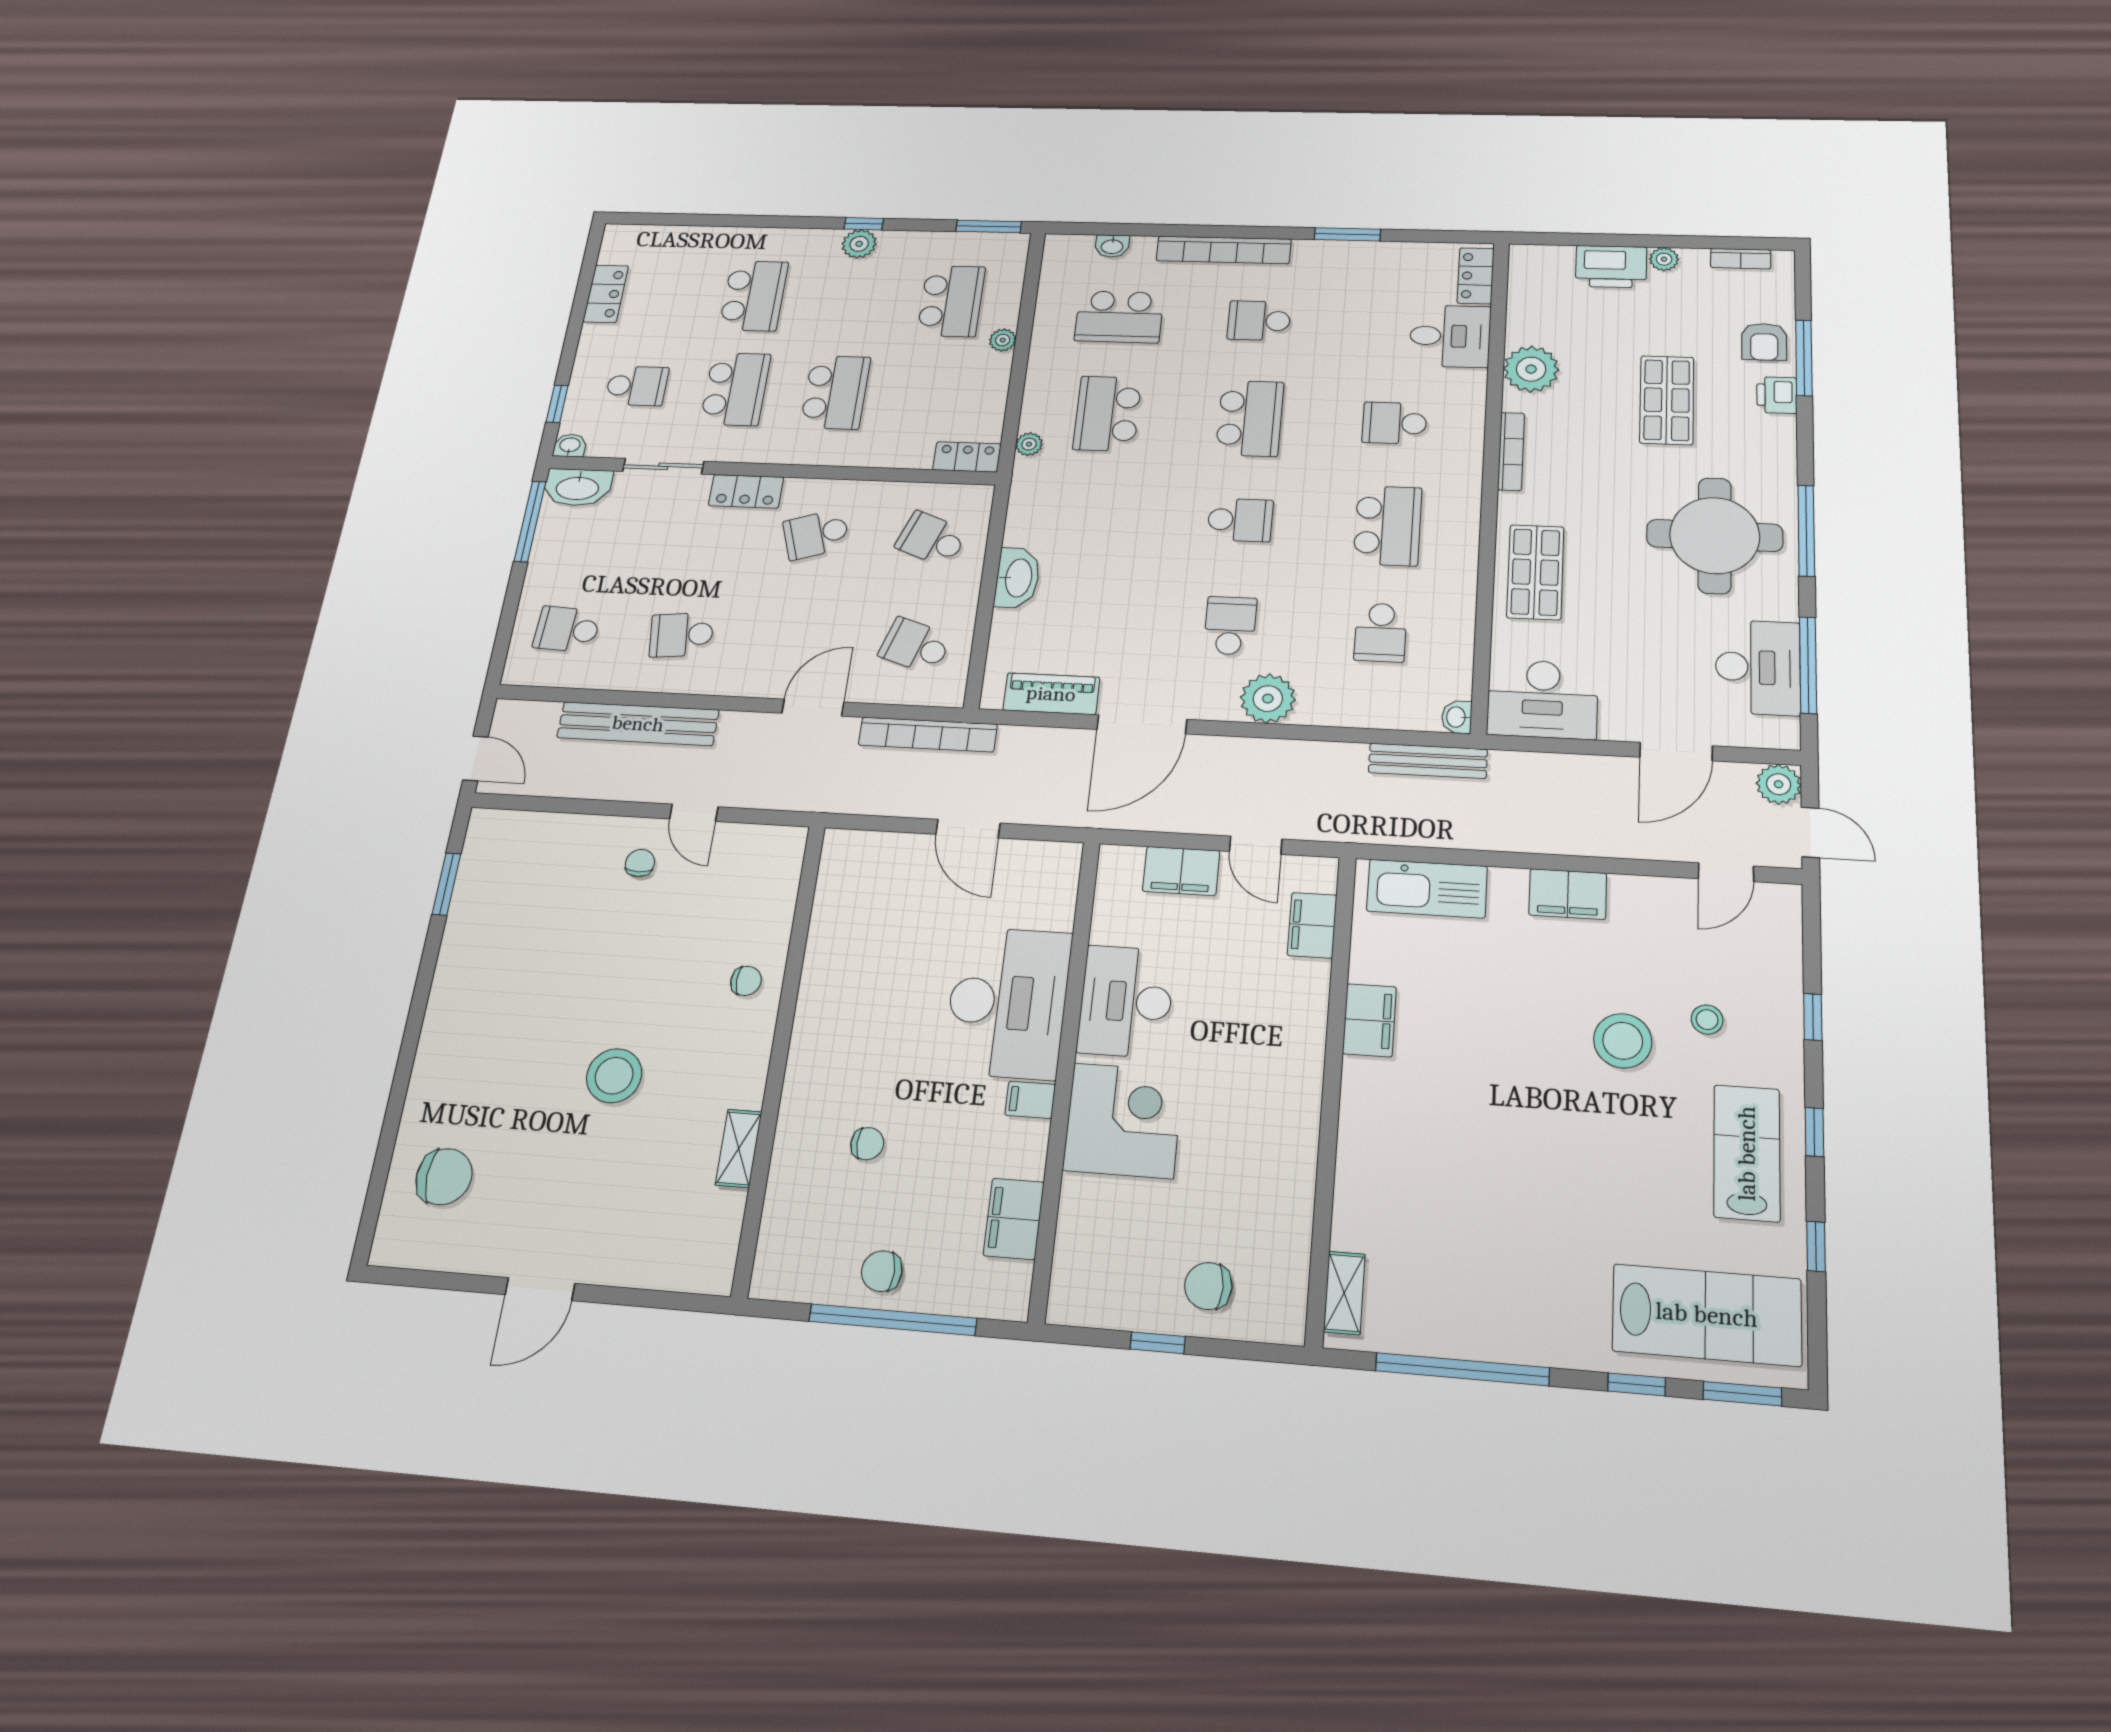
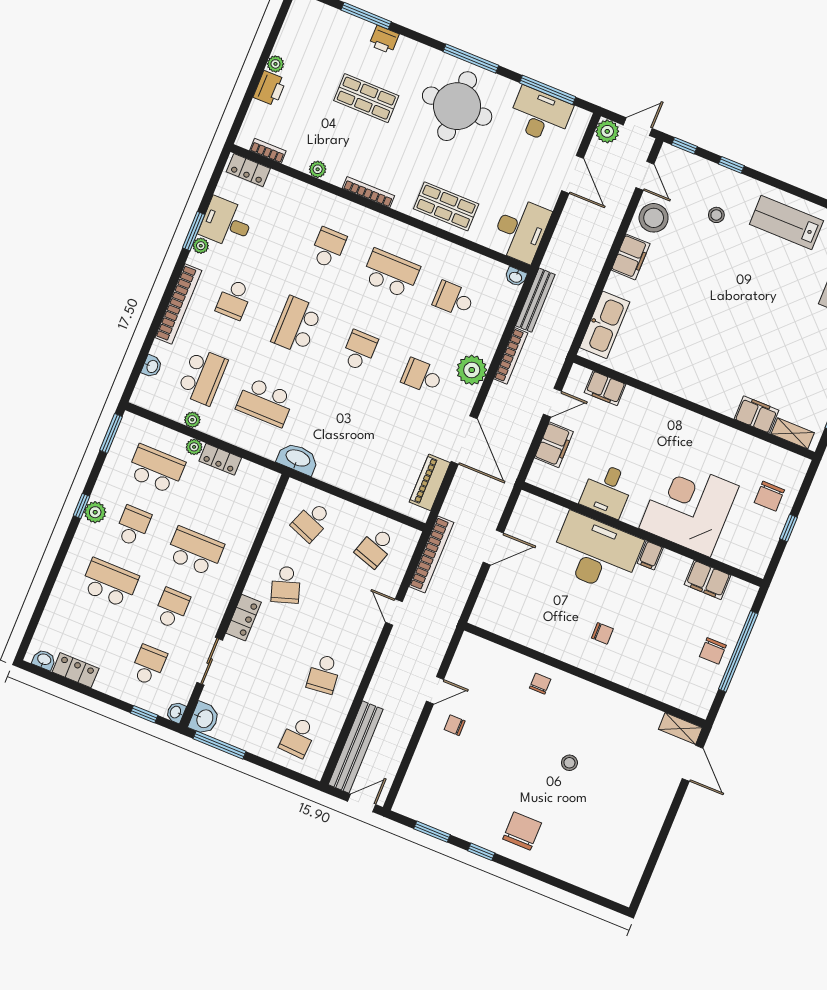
washbasin: (612, 249) -> (44, 660), added
plant: (1328, 251) -> (201, 246), added
bookcase: (1741, 259) -> (268, 151), moved, turned -90
printer: (1611, 267) -> (270, 88), width x0.73, depth x0.84
school desk: (852, 298) -> (133, 526), added
desk: (1450, 336) -> (226, 223), moved, turned -90
armchair: (1764, 342) -> (348, 32), removed
plant: (1531, 369) -> (318, 169), width x0.53, depth x0.53
school desk: (735, 389) -> (172, 608), width x0.54
school desk: (1250, 418) -> (297, 325), turned -90
school desk: (1394, 423) -> (328, 248), turned 180
plant: (1029, 444) -> (192, 420), moved
locker: (967, 457) -> (220, 459), moved, turned -90
washbasin: (578, 487) -> (204, 718), width x0.72
washbasin: (1017, 578) -> (298, 459), moved
school desk: (1381, 632) -> (453, 299), turned 180
door: (813, 708) -> (394, 612), width x0.73
bench: (638, 724) -> (356, 747), moved
bookcase: (1315, 752) -> (511, 356), added
window: (425, 975) -> (481, 852), added
desk: (1126, 1001) -> (607, 490), width x0.73
filing cabinet: (1369, 1020) -> (757, 415), moved
stool: (1623, 1041) -> (654, 218), moved
stool: (614, 1076) -> (569, 763), width x0.53, depth x0.53
corner desk: (1123, 1121) -> (689, 507), width x1.36, depth x1.36
window: (1814, 1132) -> (684, 146), moved
chair: (867, 1144) -> (602, 633), moved, turned 90
shelving: (739, 1148) -> (680, 729), moved
chair: (444, 1177) -> (522, 831), moved
door: (540, 1289) -> (693, 763), moved

